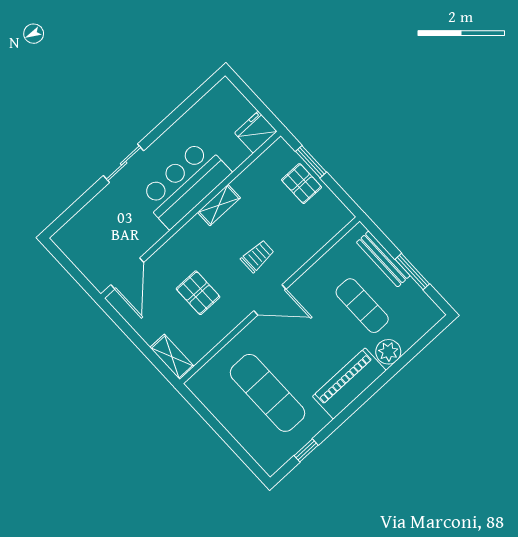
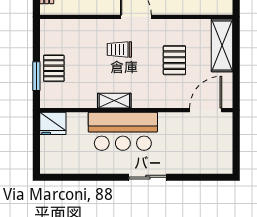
shelving: (172, 357) -> (222, 45), width x1.50, depth x1.33

